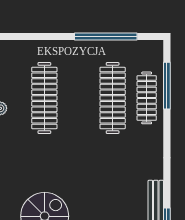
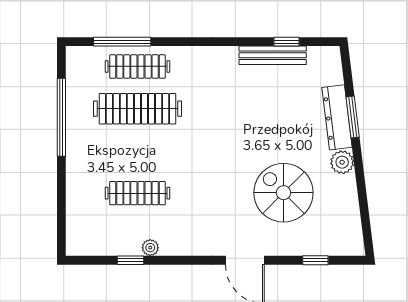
clothes rail: (44, 98) -> (137, 193), width x0.73, depth x0.76

